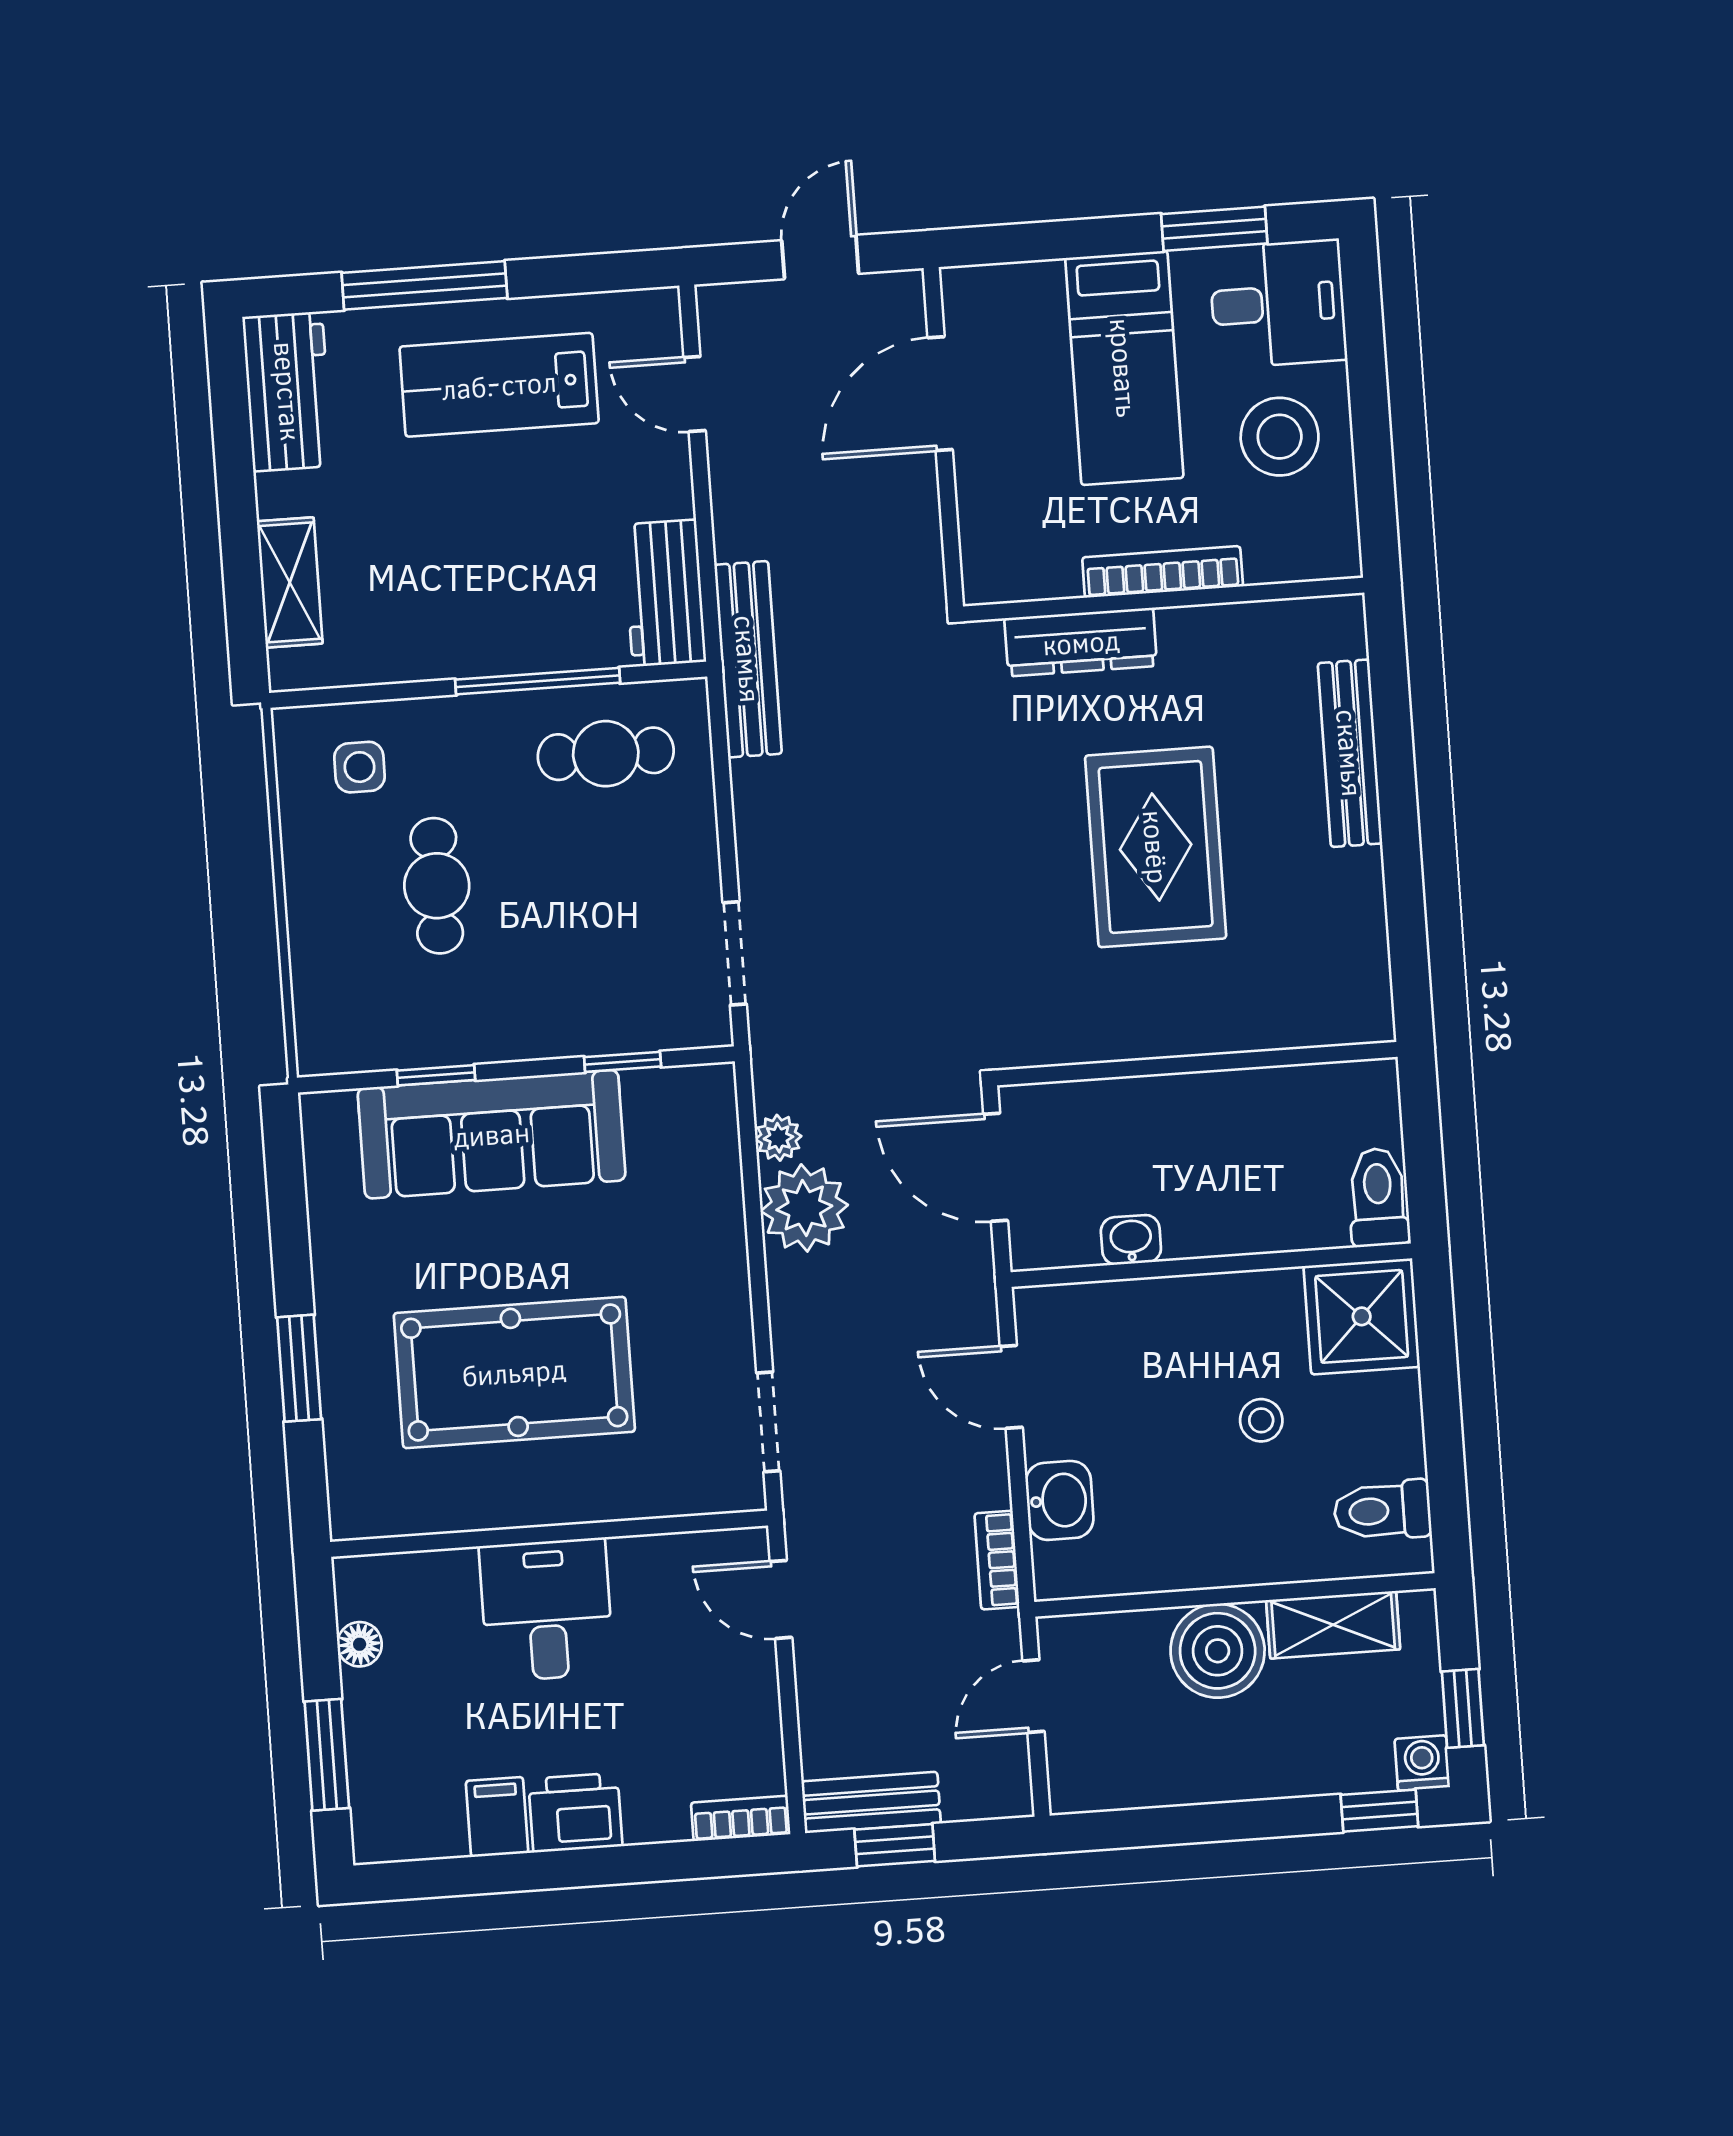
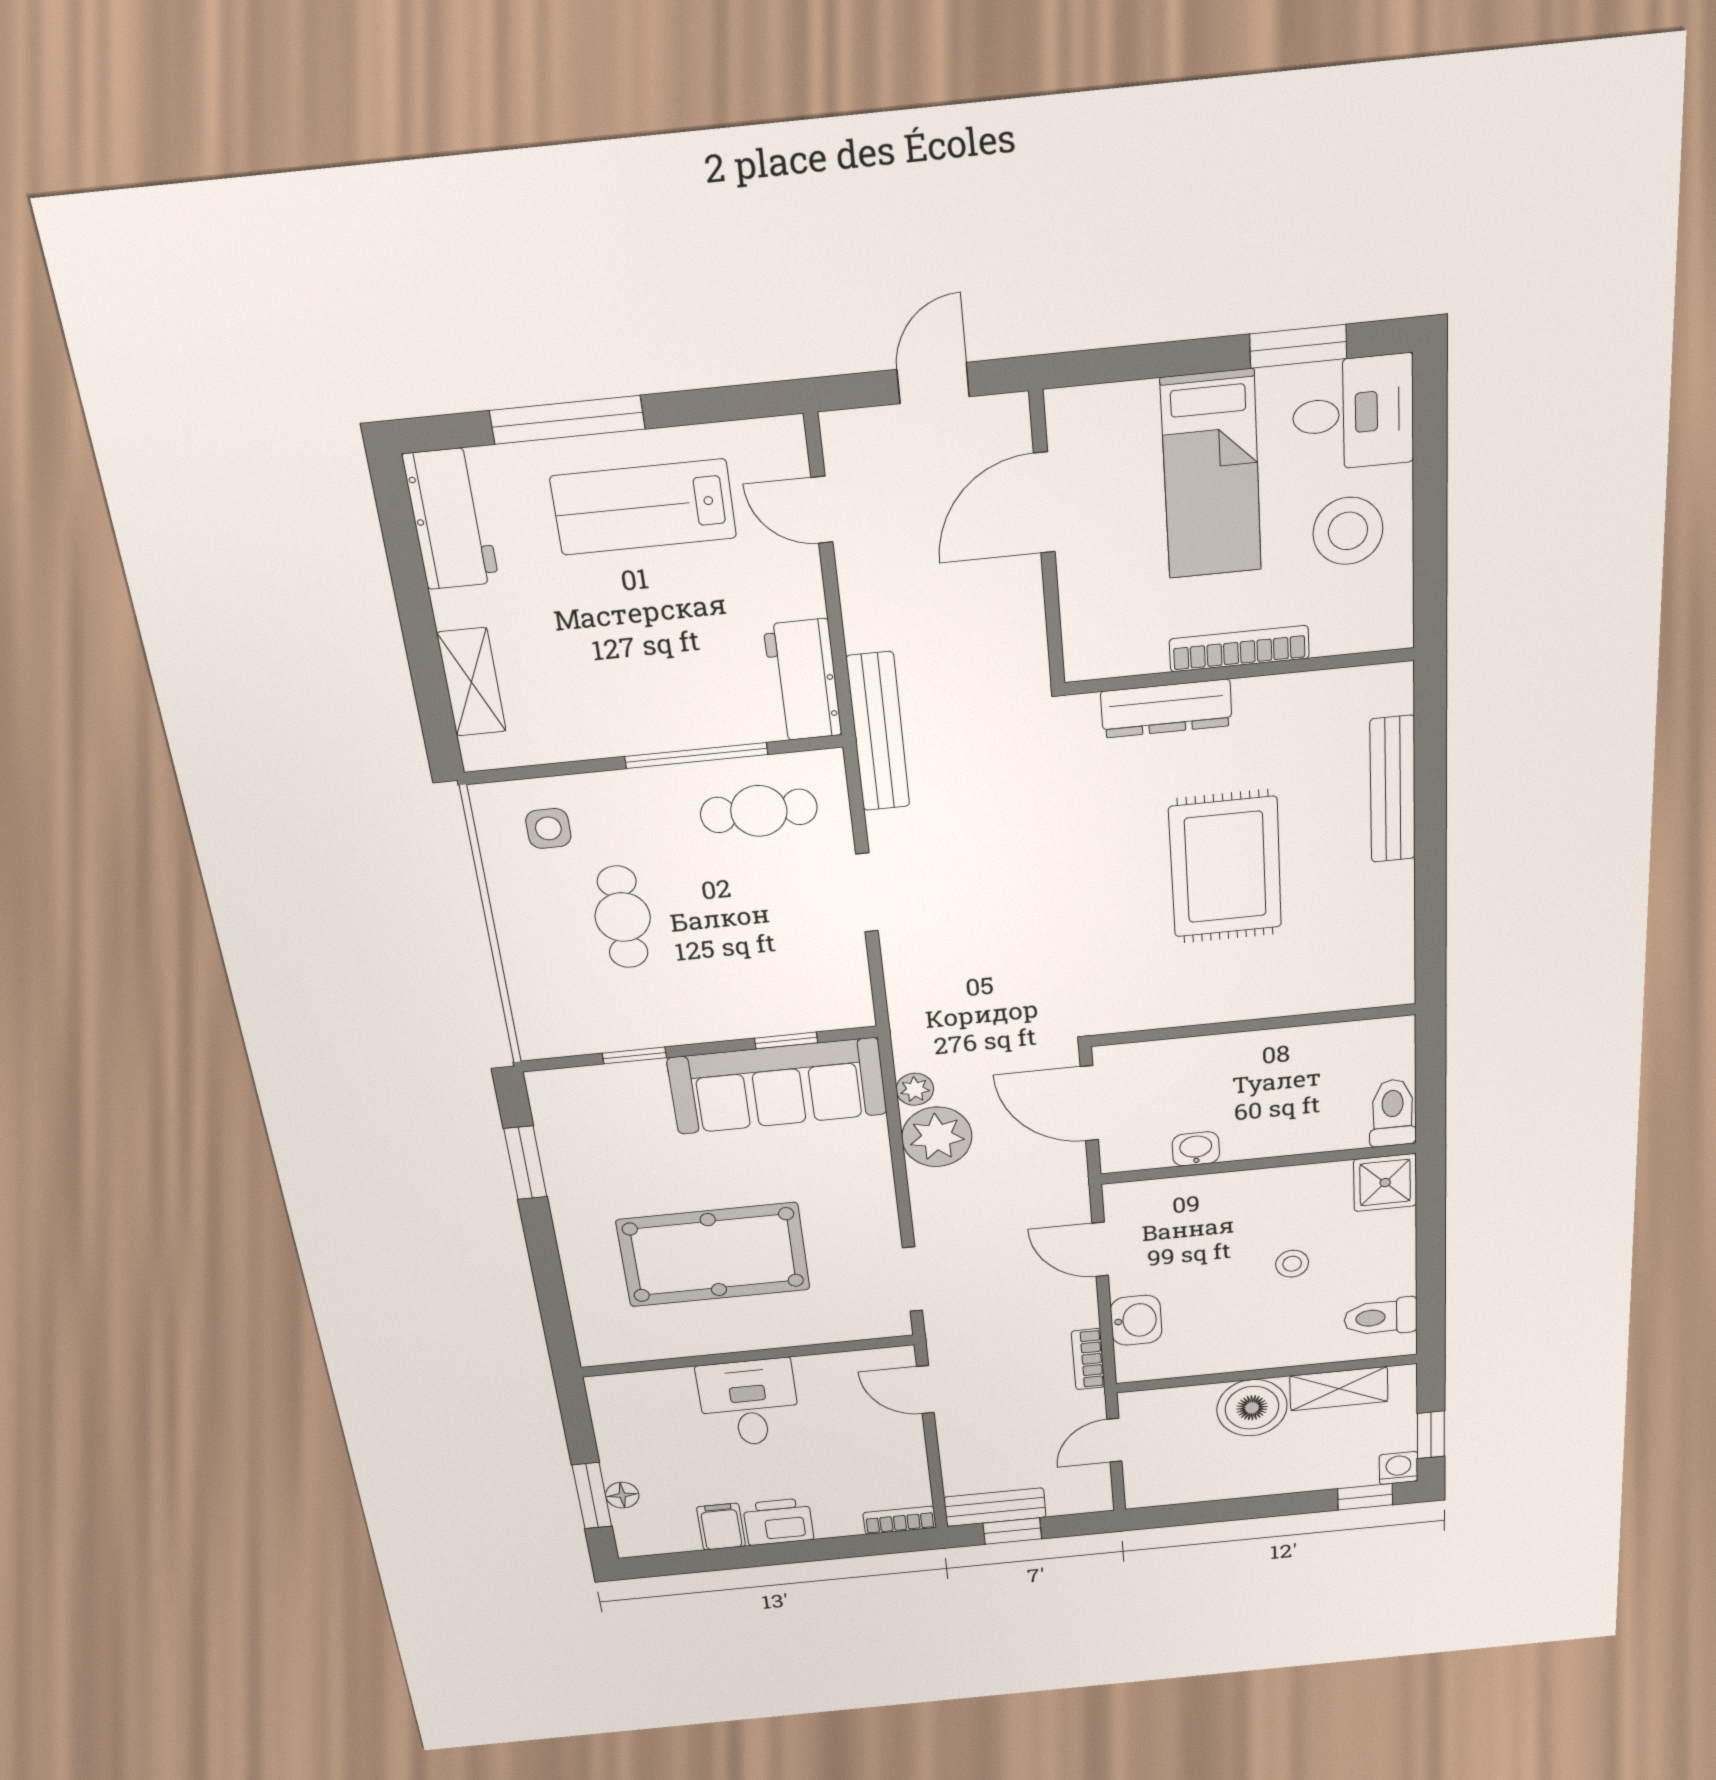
doorway: (735, 953) -> (867, 893), moved
sofa: (492, 1134) -> (777, 1086), moved
shower: (1362, 1316) -> (1385, 1183), width x0.73, depth x0.73
window: (299, 1368) -> (525, 1163), moved
floor lamp: (360, 1644) -> (622, 1495), moved

